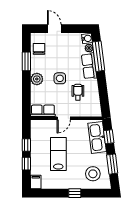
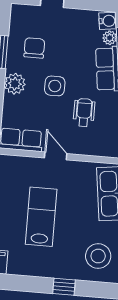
chair: (39, 49) -> (34, 48), moved
door: (64, 118) -> (56, 156), swing flipped

